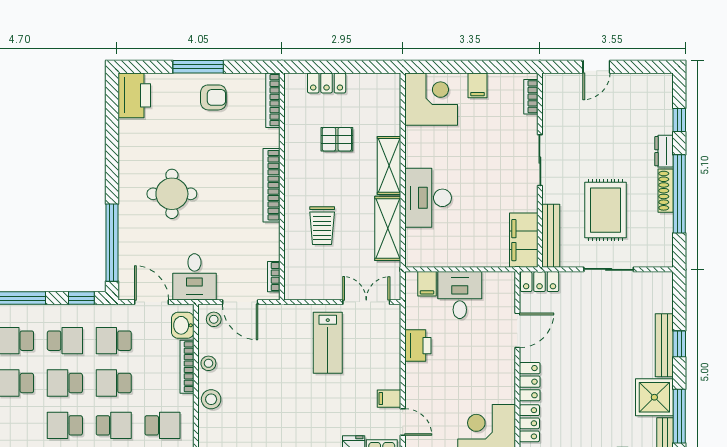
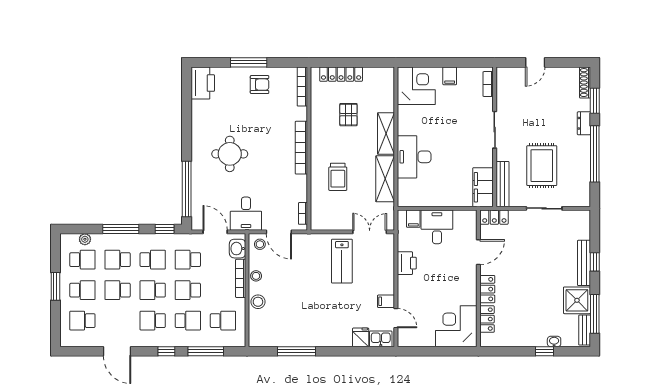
locker: (327, 83) -> (341, 74), width x1.53
window: (679, 120) -> (595, 101), width x1.50
pallet: (337, 139) -> (348, 115), turned 90
shoe rack: (666, 191) -> (585, 83), moved

